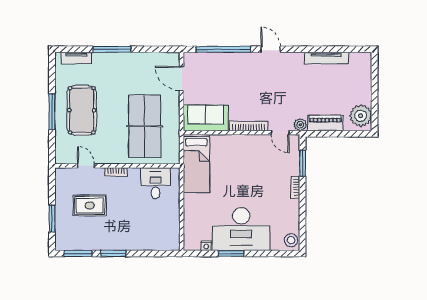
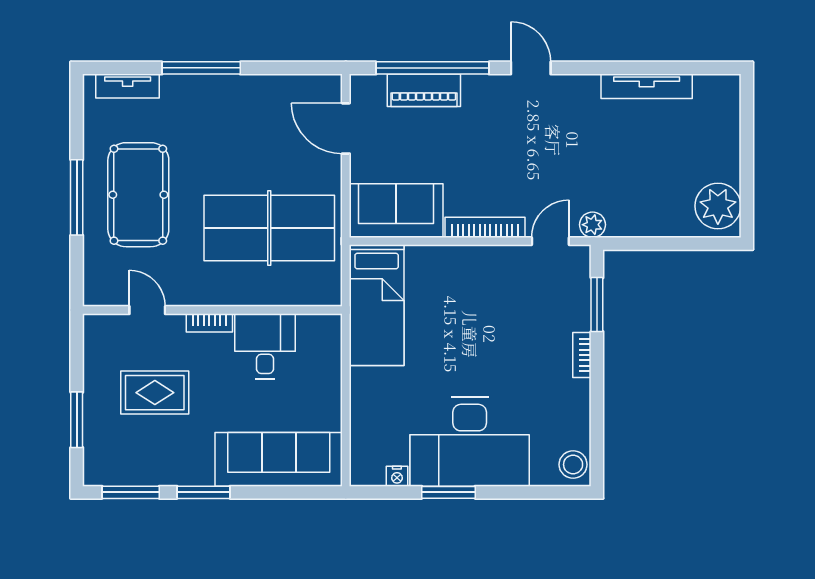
piano: (325, 123) -> (424, 90), moved, turned 180
table tennis table: (145, 126) -> (269, 228), turned 90
door: (280, 133) -> (550, 241), swing flipped
desk: (156, 183) -> (265, 346), moved
sofa: (149, 238) -> (279, 459), added

